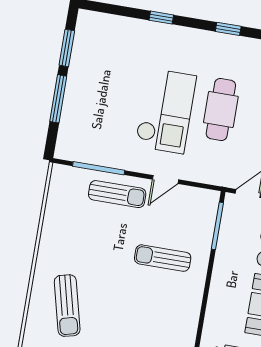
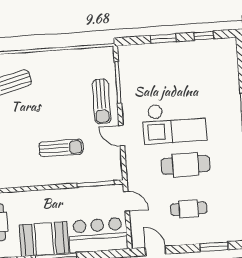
window: (67, 48) -> (204, 36), width x0.67
window: (58, 99) -> (163, 39), width x0.69
sun lounger: (163, 258) -> (61, 148), turned 90

